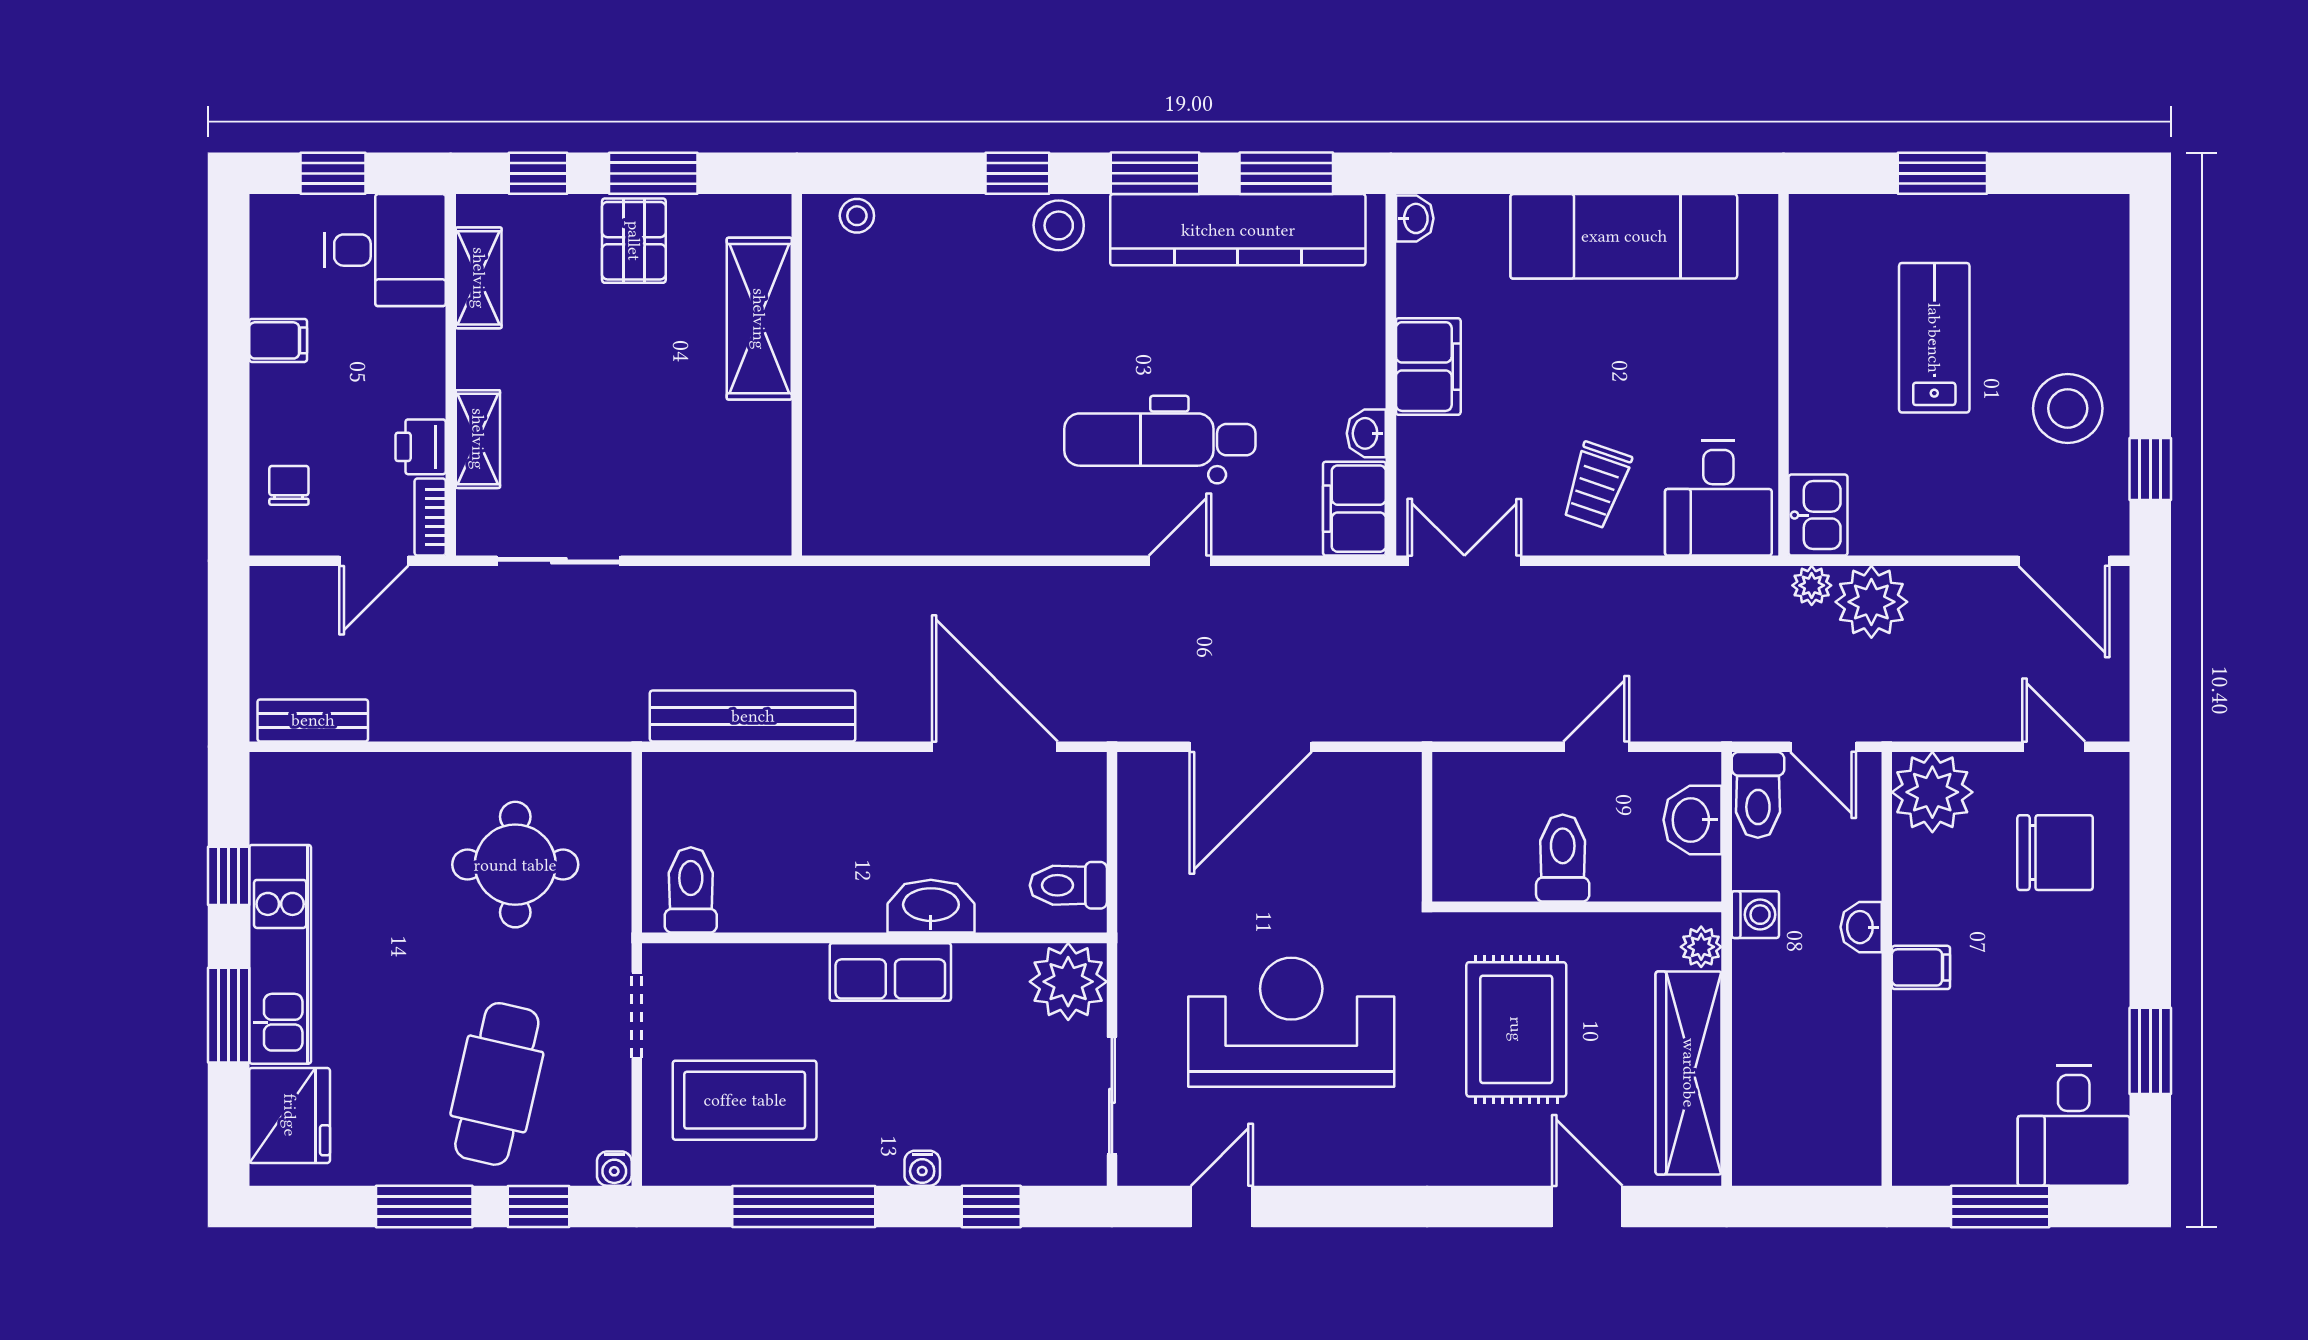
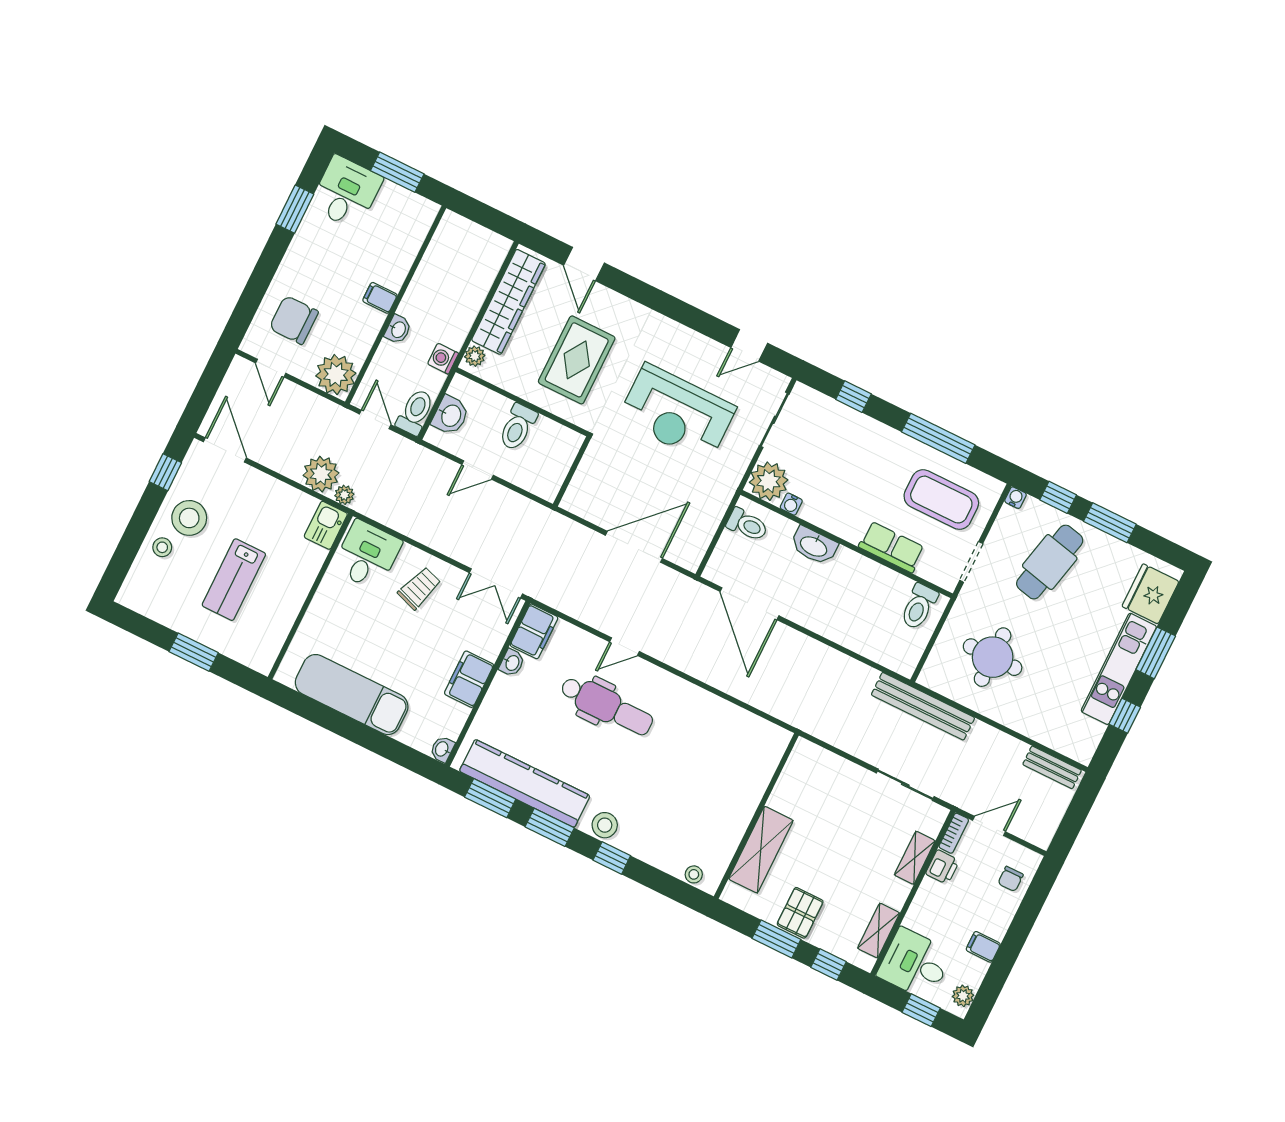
plant: (271, 235) -> (963, 996), added
stool: (2090, 333) -> (162, 547), added
bench: (753, 716) -> (923, 706), moved
row of seats: (890, 972) -> (892, 547), moved
water cooler: (922, 1168) -> (791, 504), moved, turned 180

